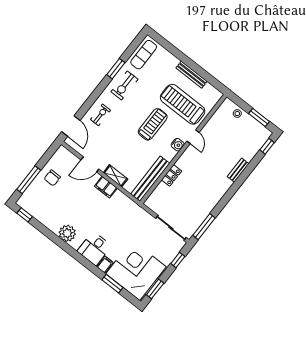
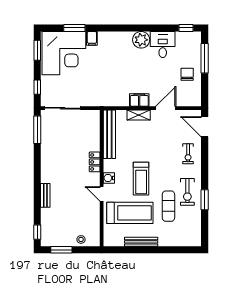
exercise mat: (144, 55) -> (168, 206), moved
exercise bike: (124, 85) -> (187, 192), turned 180
locker: (172, 175) -> (95, 162), moved
desk: (94, 249) -> (163, 45), moved

